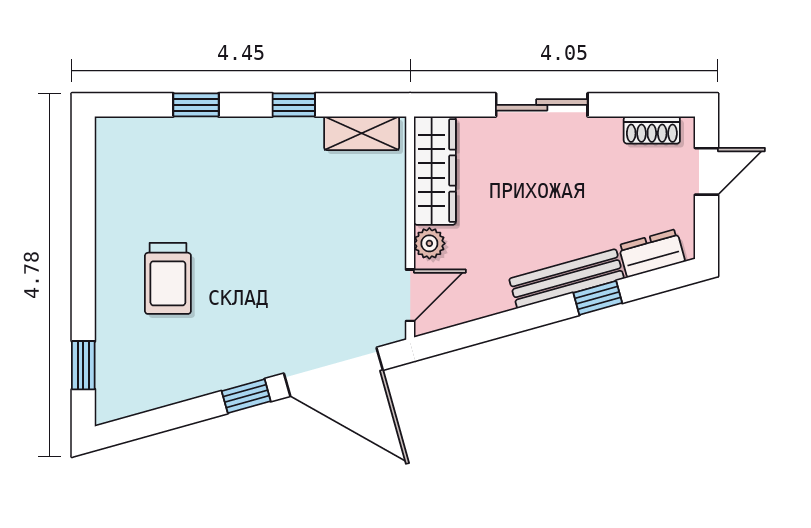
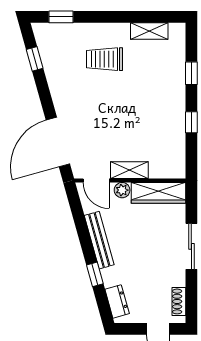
shelving: (362, 133) -> (129, 170), moved, turned 90
shelving: (112, 189) -> (149, 31), added
bench: (567, 279) -> (99, 240), moved
window: (246, 396) -> (35, 59), moved

